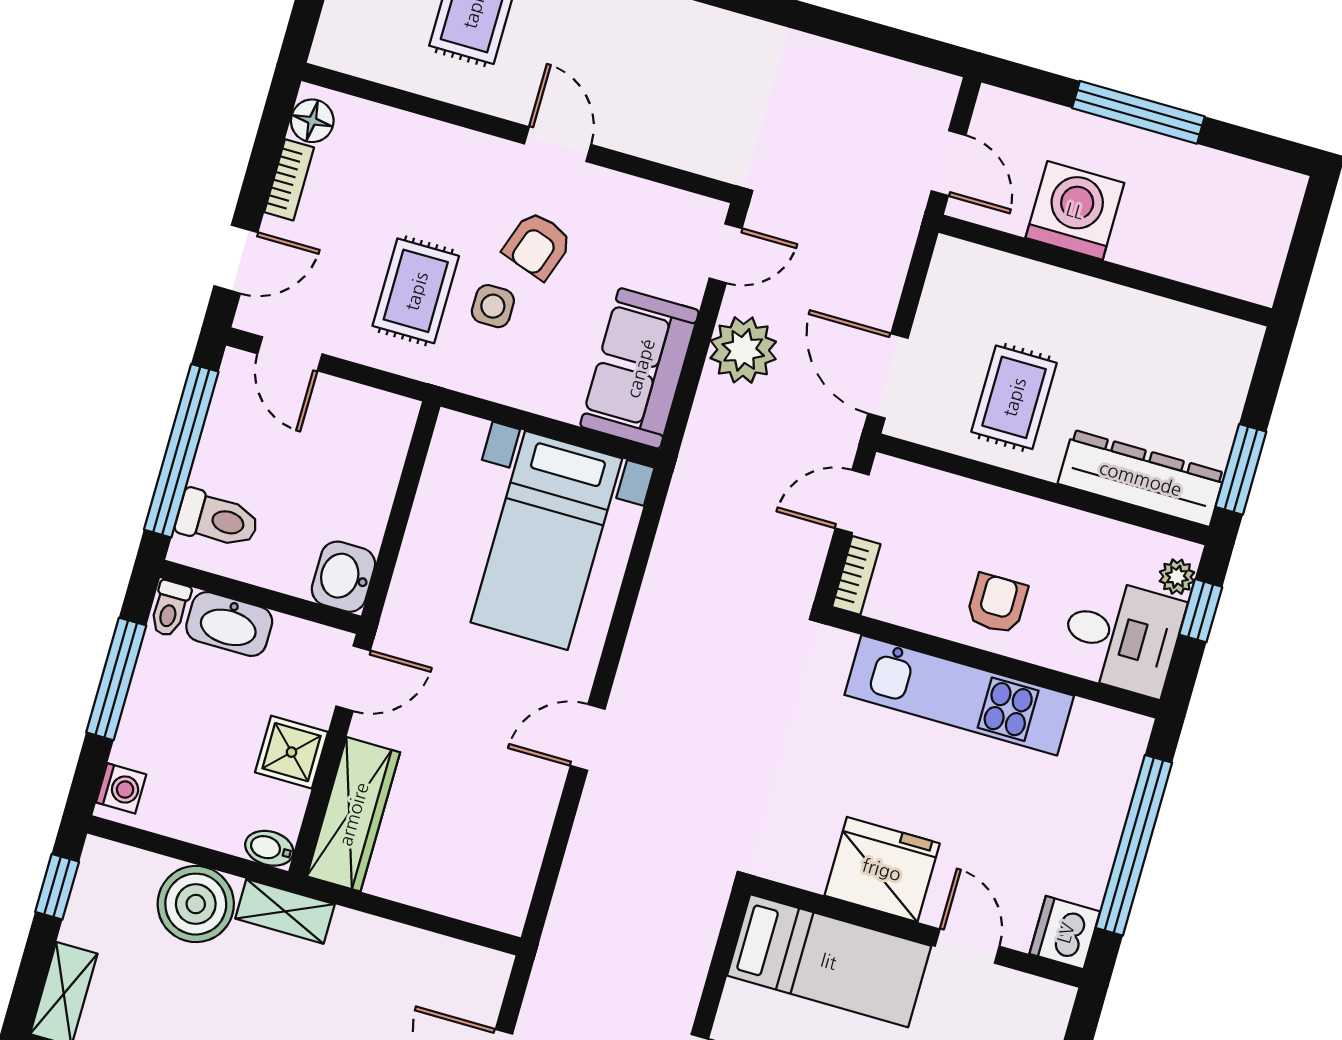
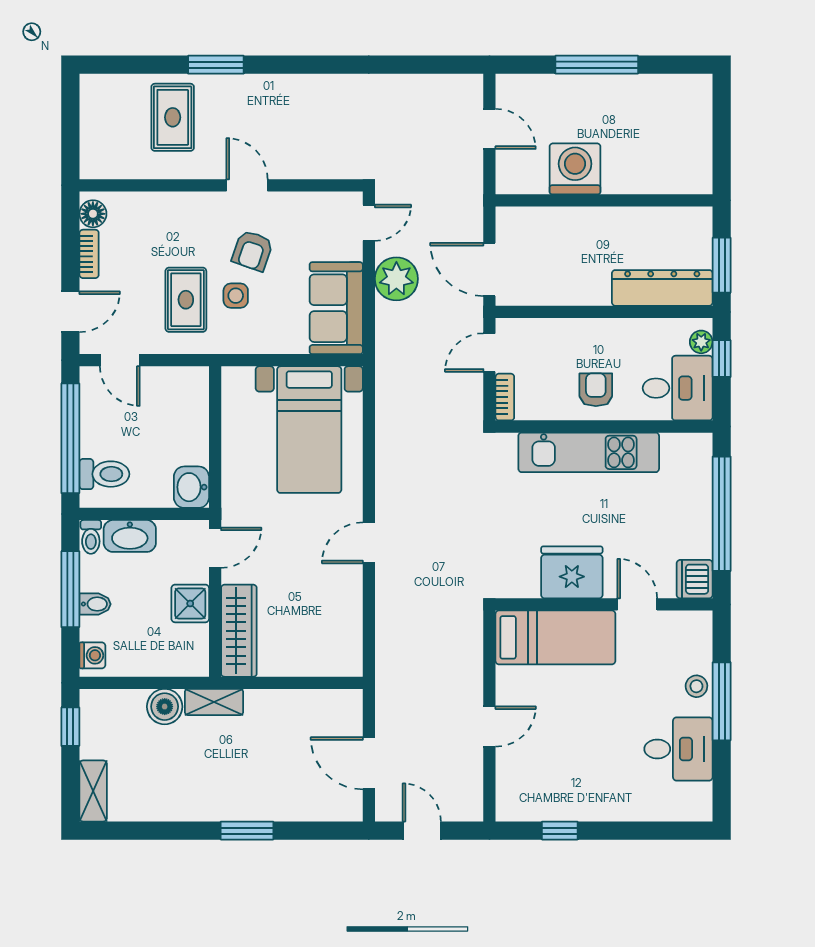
washing machine: (1075, 210) -> (575, 169), moved
wall: (1105, 271) -> (604, 200), moved
rug: (1014, 397) -> (570, 261), removed
bidet: (269, 848) -> (95, 604), moved, turned 180
boiler: (196, 904) -> (165, 707), width x0.73, depth x0.73

